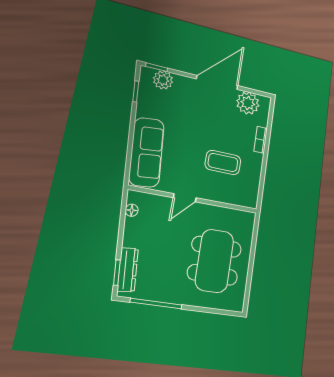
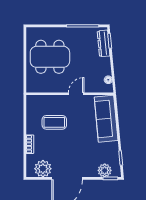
dining table: (215, 261) -> (50, 57), turned 90

